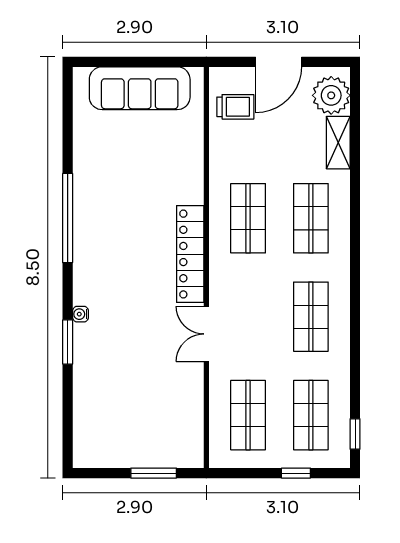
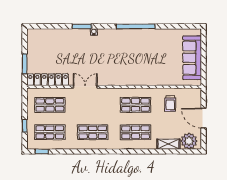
trolley: (235, 107) -> (170, 104), moved
locker: (190, 254) -> (48, 80), moved

